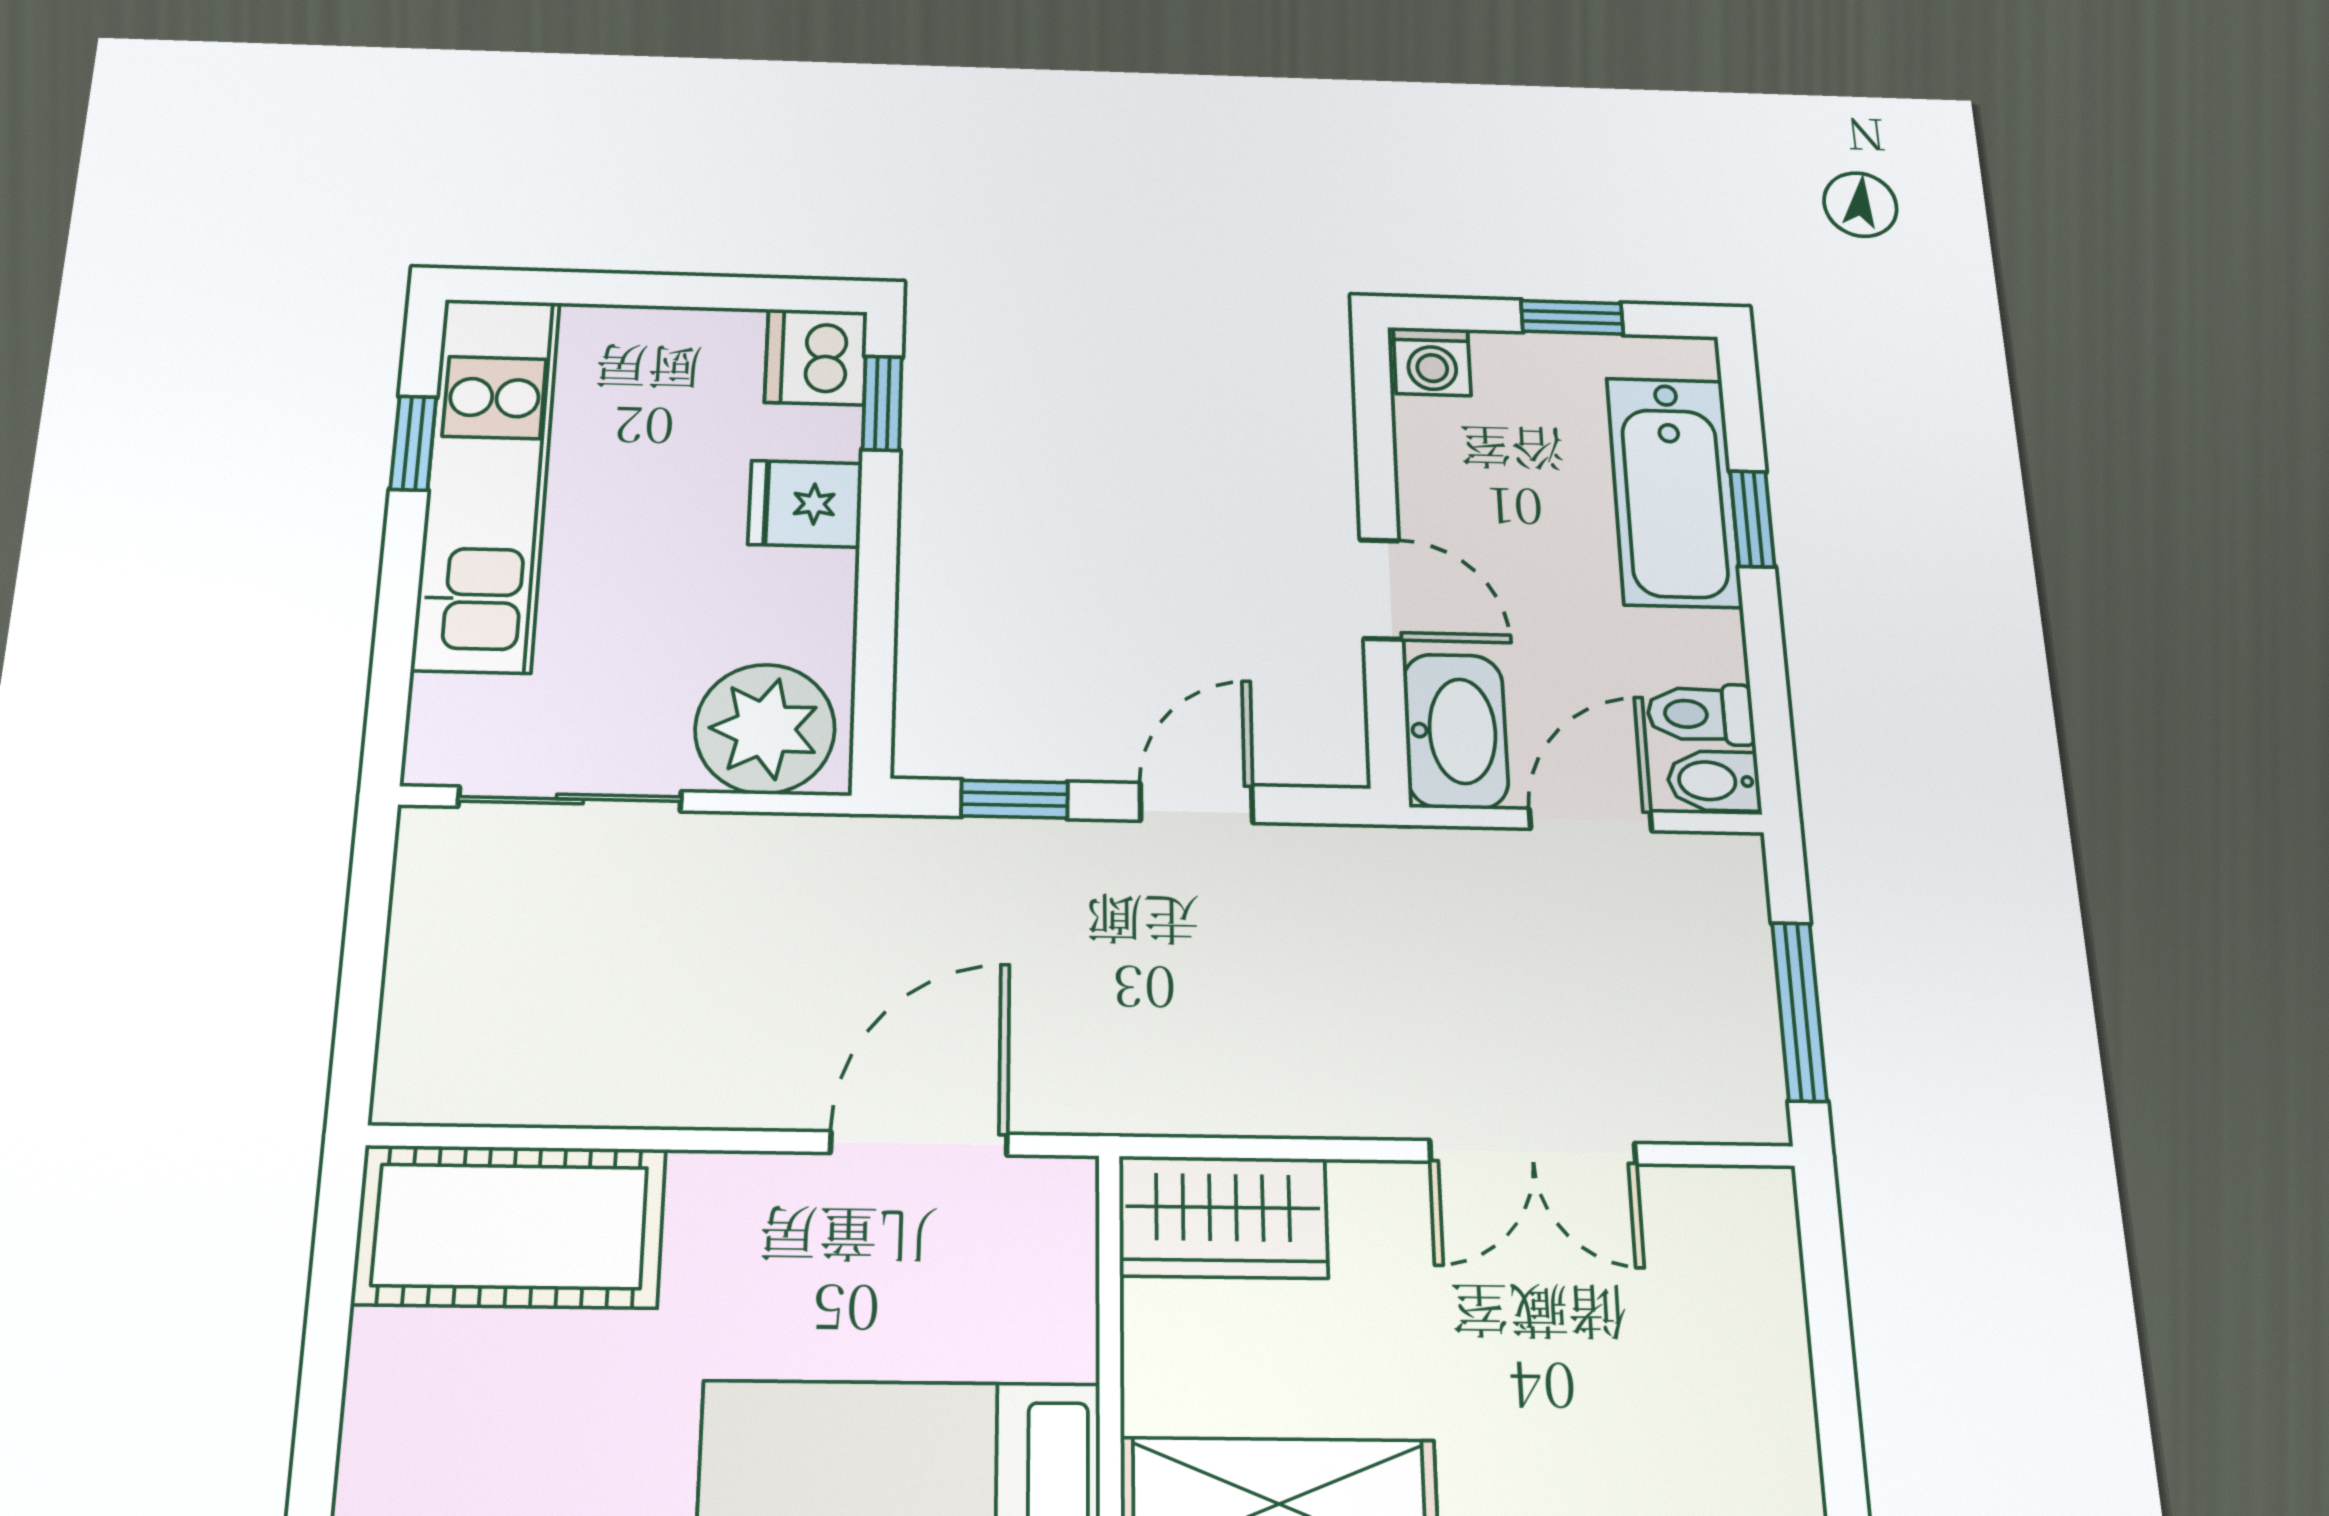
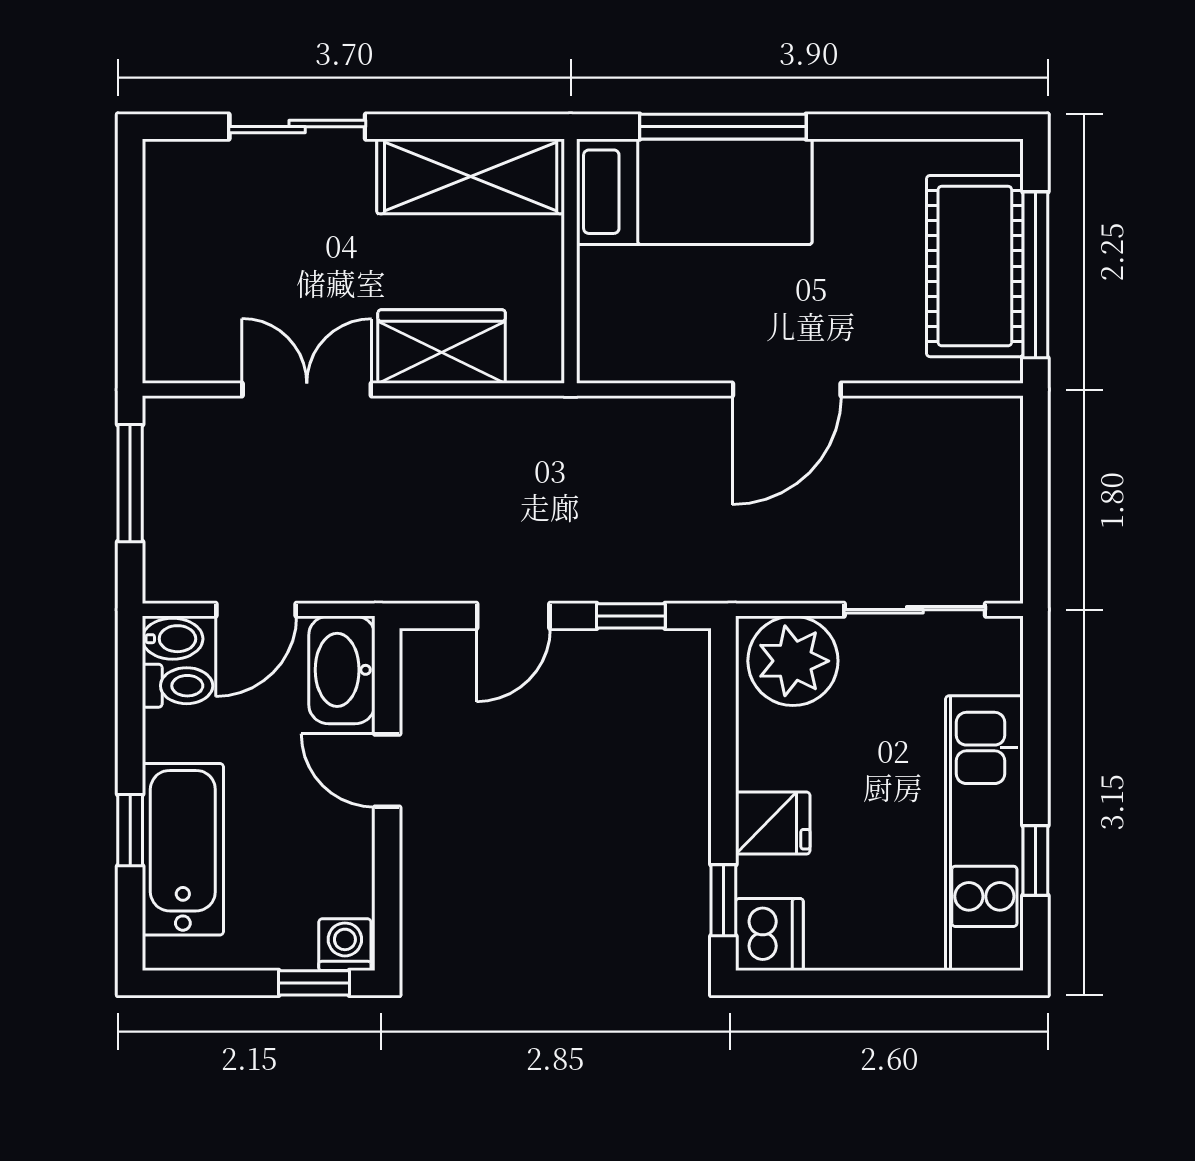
window: (1572, 317) -> (314, 983), moved
door: (919, 1143) -> (787, 390), moved
wardrobe: (1223, 1217) -> (442, 347), moved
cot: (510, 1226) -> (975, 266), moved, turned 90
window: (328, 1325) -> (1035, 275), added

